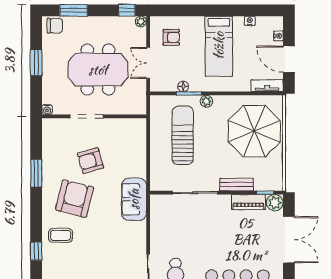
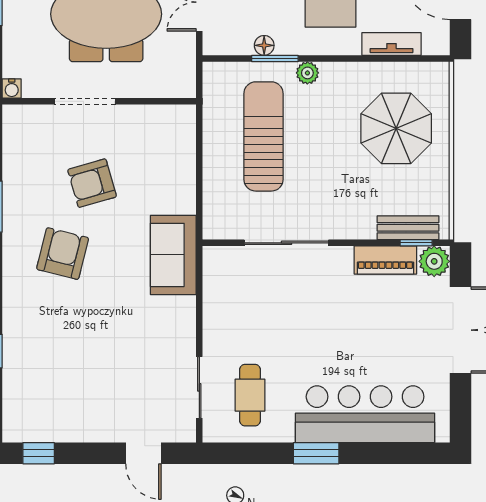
tv unit: (267, 86) -> (392, 44), moved
parasol: (254, 131) -> (396, 128), width x0.73, depth x0.73
bench: (237, 185) -> (408, 228), moved
armchair: (75, 199) -> (63, 254), width x0.73, depth x0.73
coffee table: (61, 235) -> (37, 322), removed

